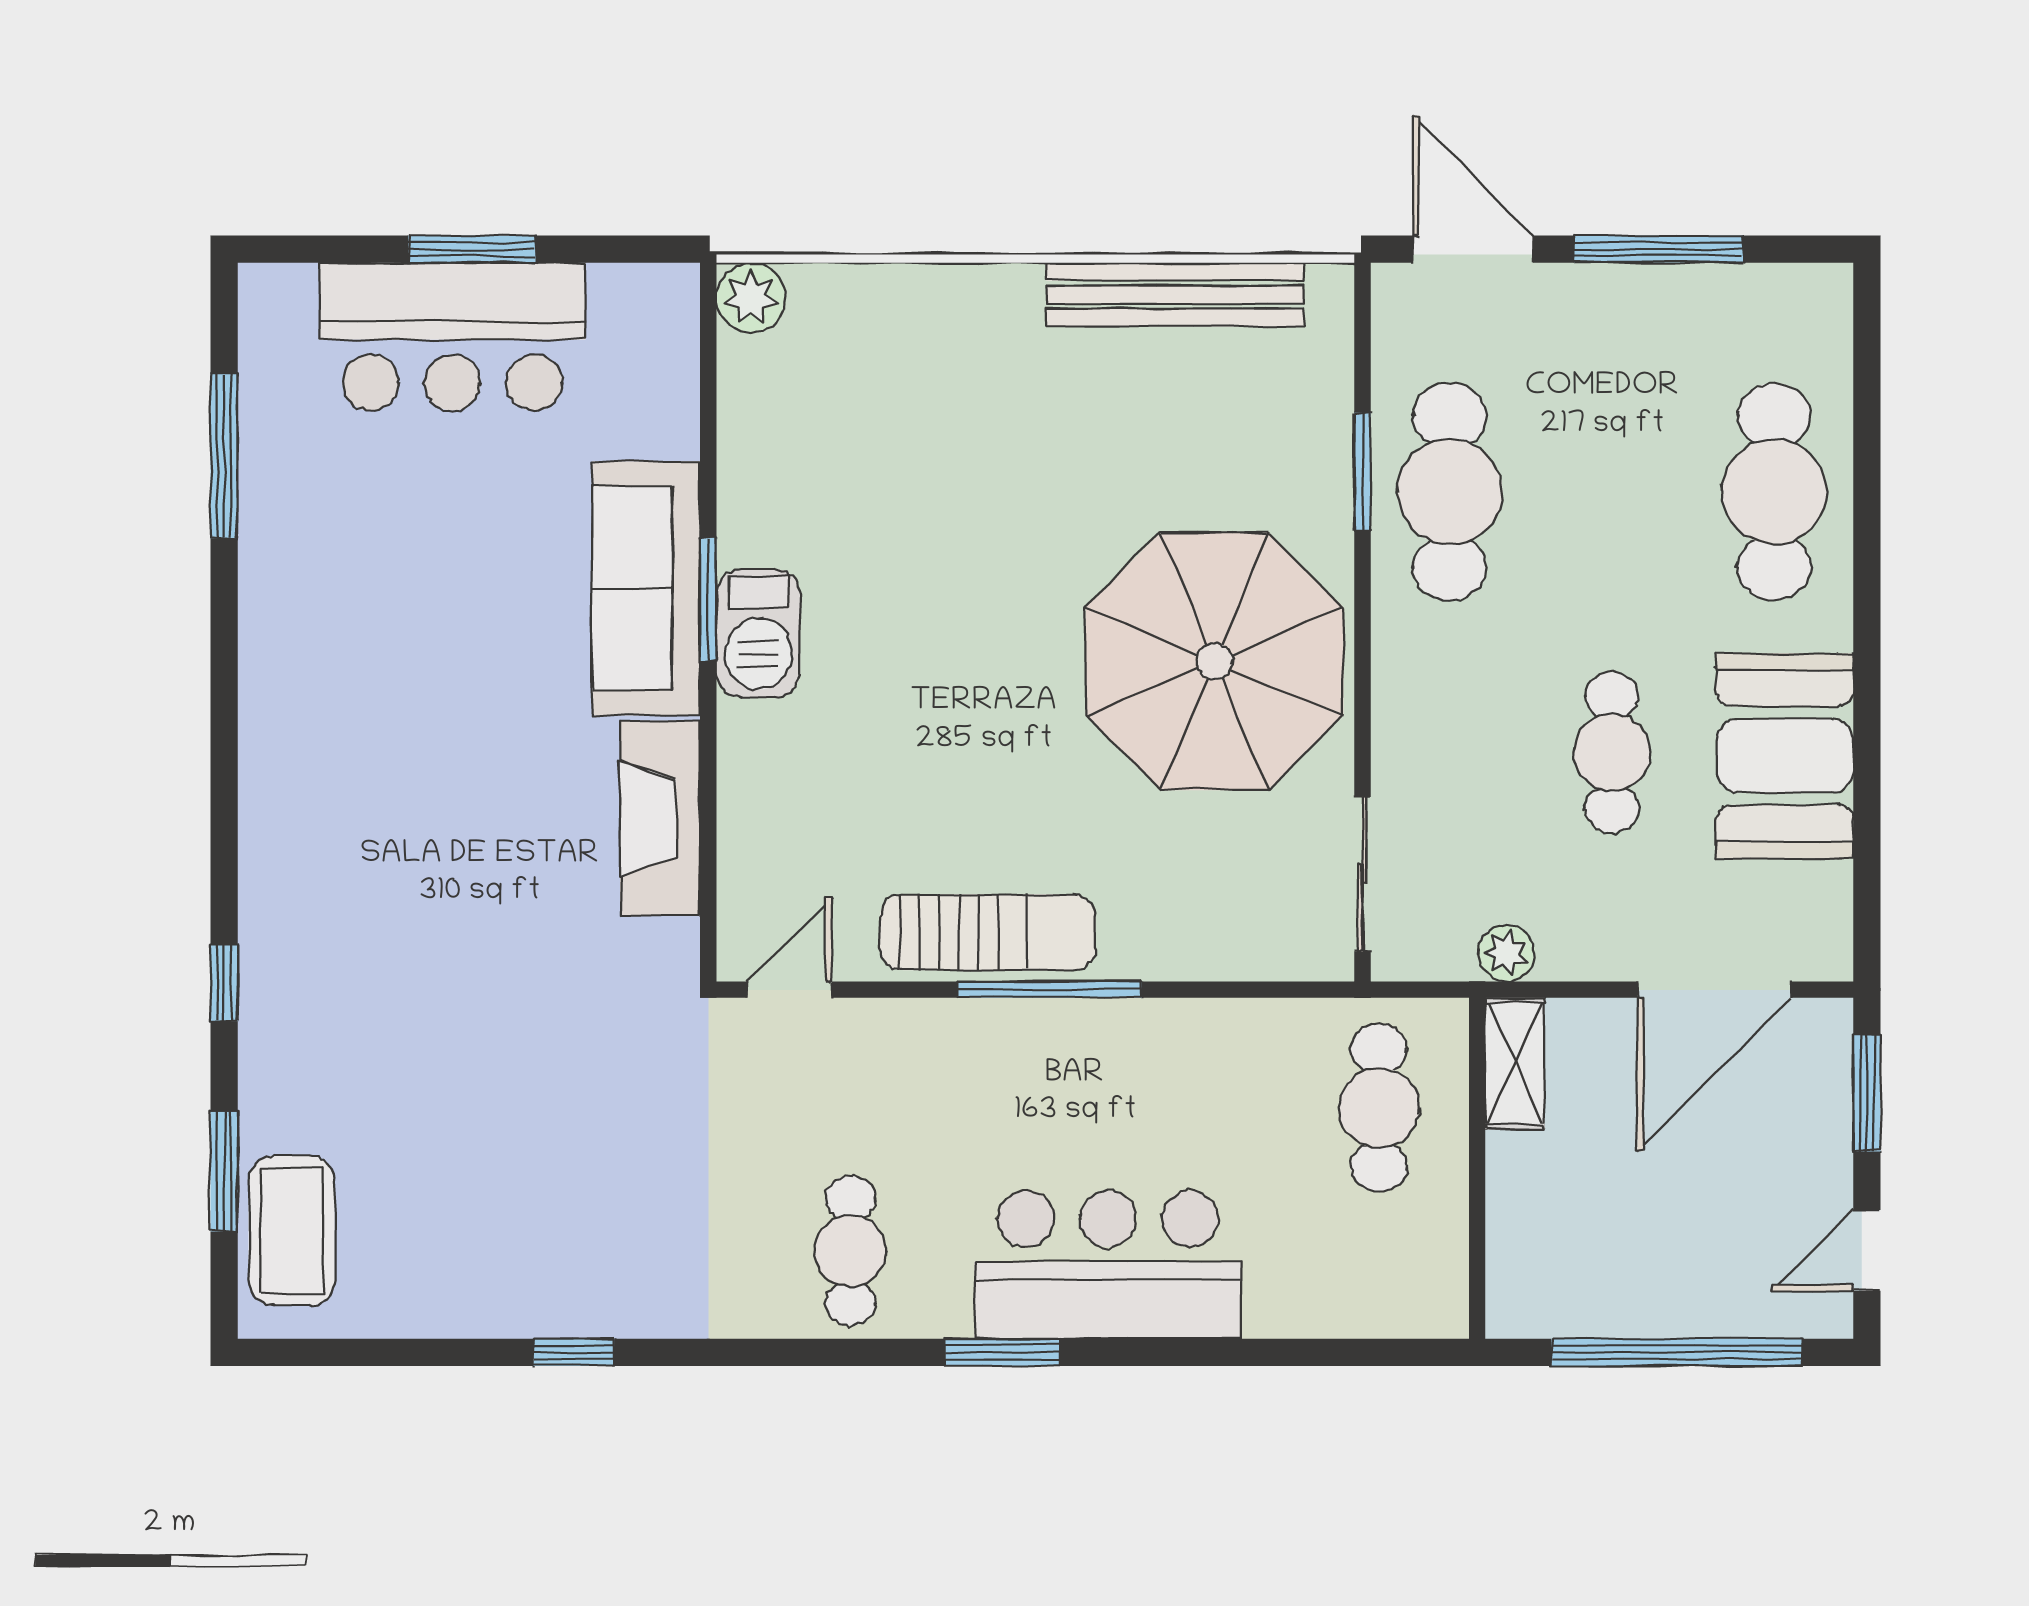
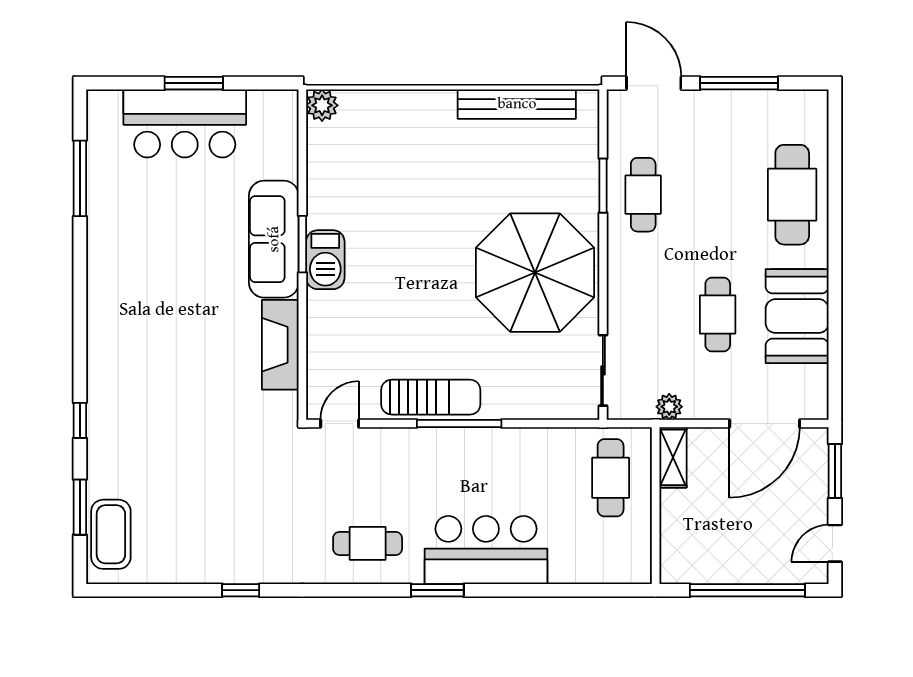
cafe table: (1450, 492) -> (643, 195), width x0.73, depth x0.74
cafe table: (850, 1251) -> (368, 543), turned 90

